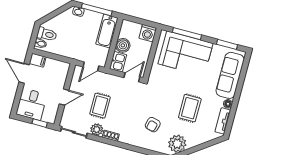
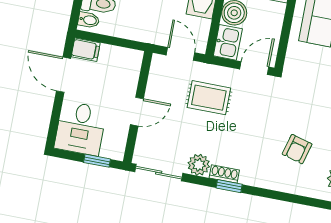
door: (91, 66) -> (180, 54), swing flipped
rug: (100, 106) -> (209, 98), moved, turned 90
window: (113, 143) -> (229, 186), added

